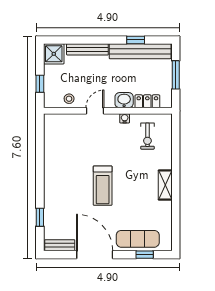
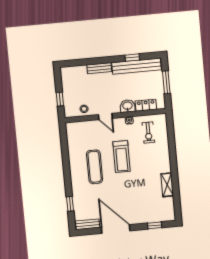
bench: (87, 49) -> (99, 68), width x0.73
shower: (54, 54) -> (69, 75), removed
door: (95, 111) -> (105, 116), swing flipped
shelving: (165, 185) -> (167, 185), moved
treadmill: (103, 186) -> (122, 156), moved
exercise mat: (138, 239) -> (95, 167), moved, turned 90

